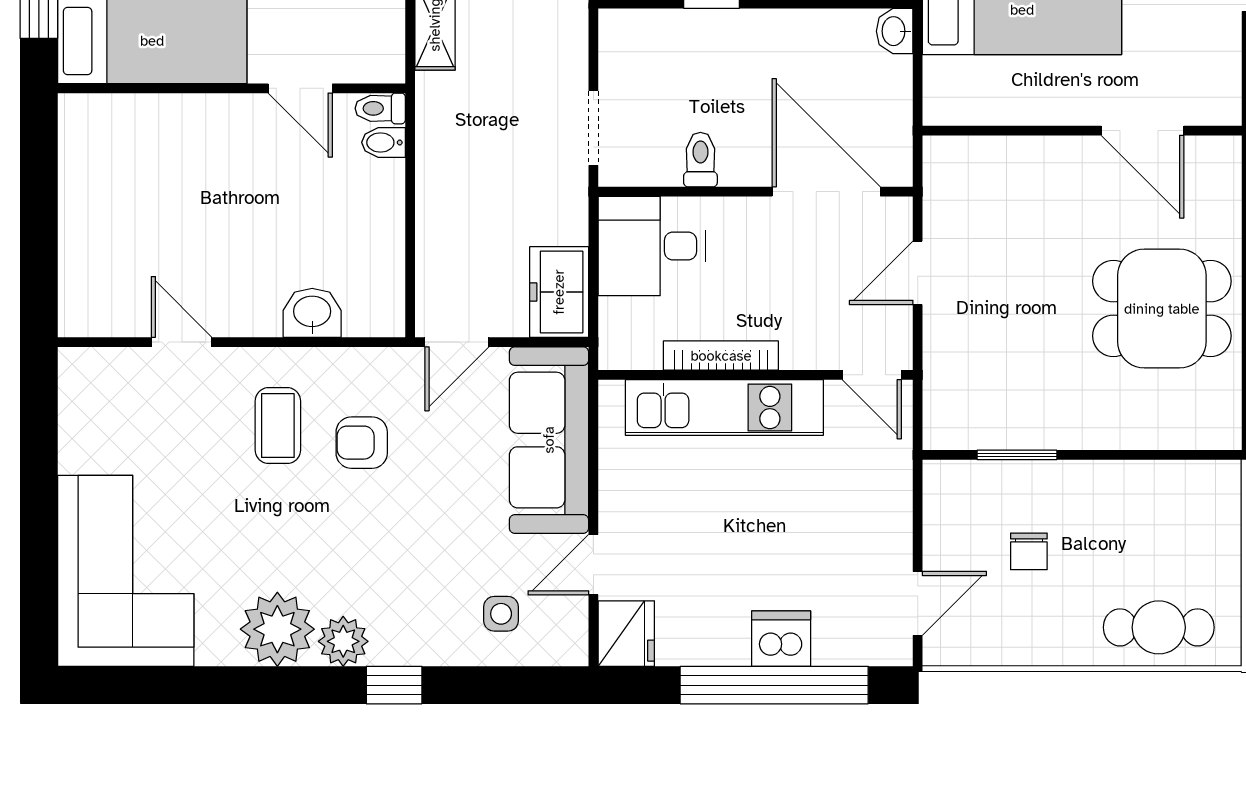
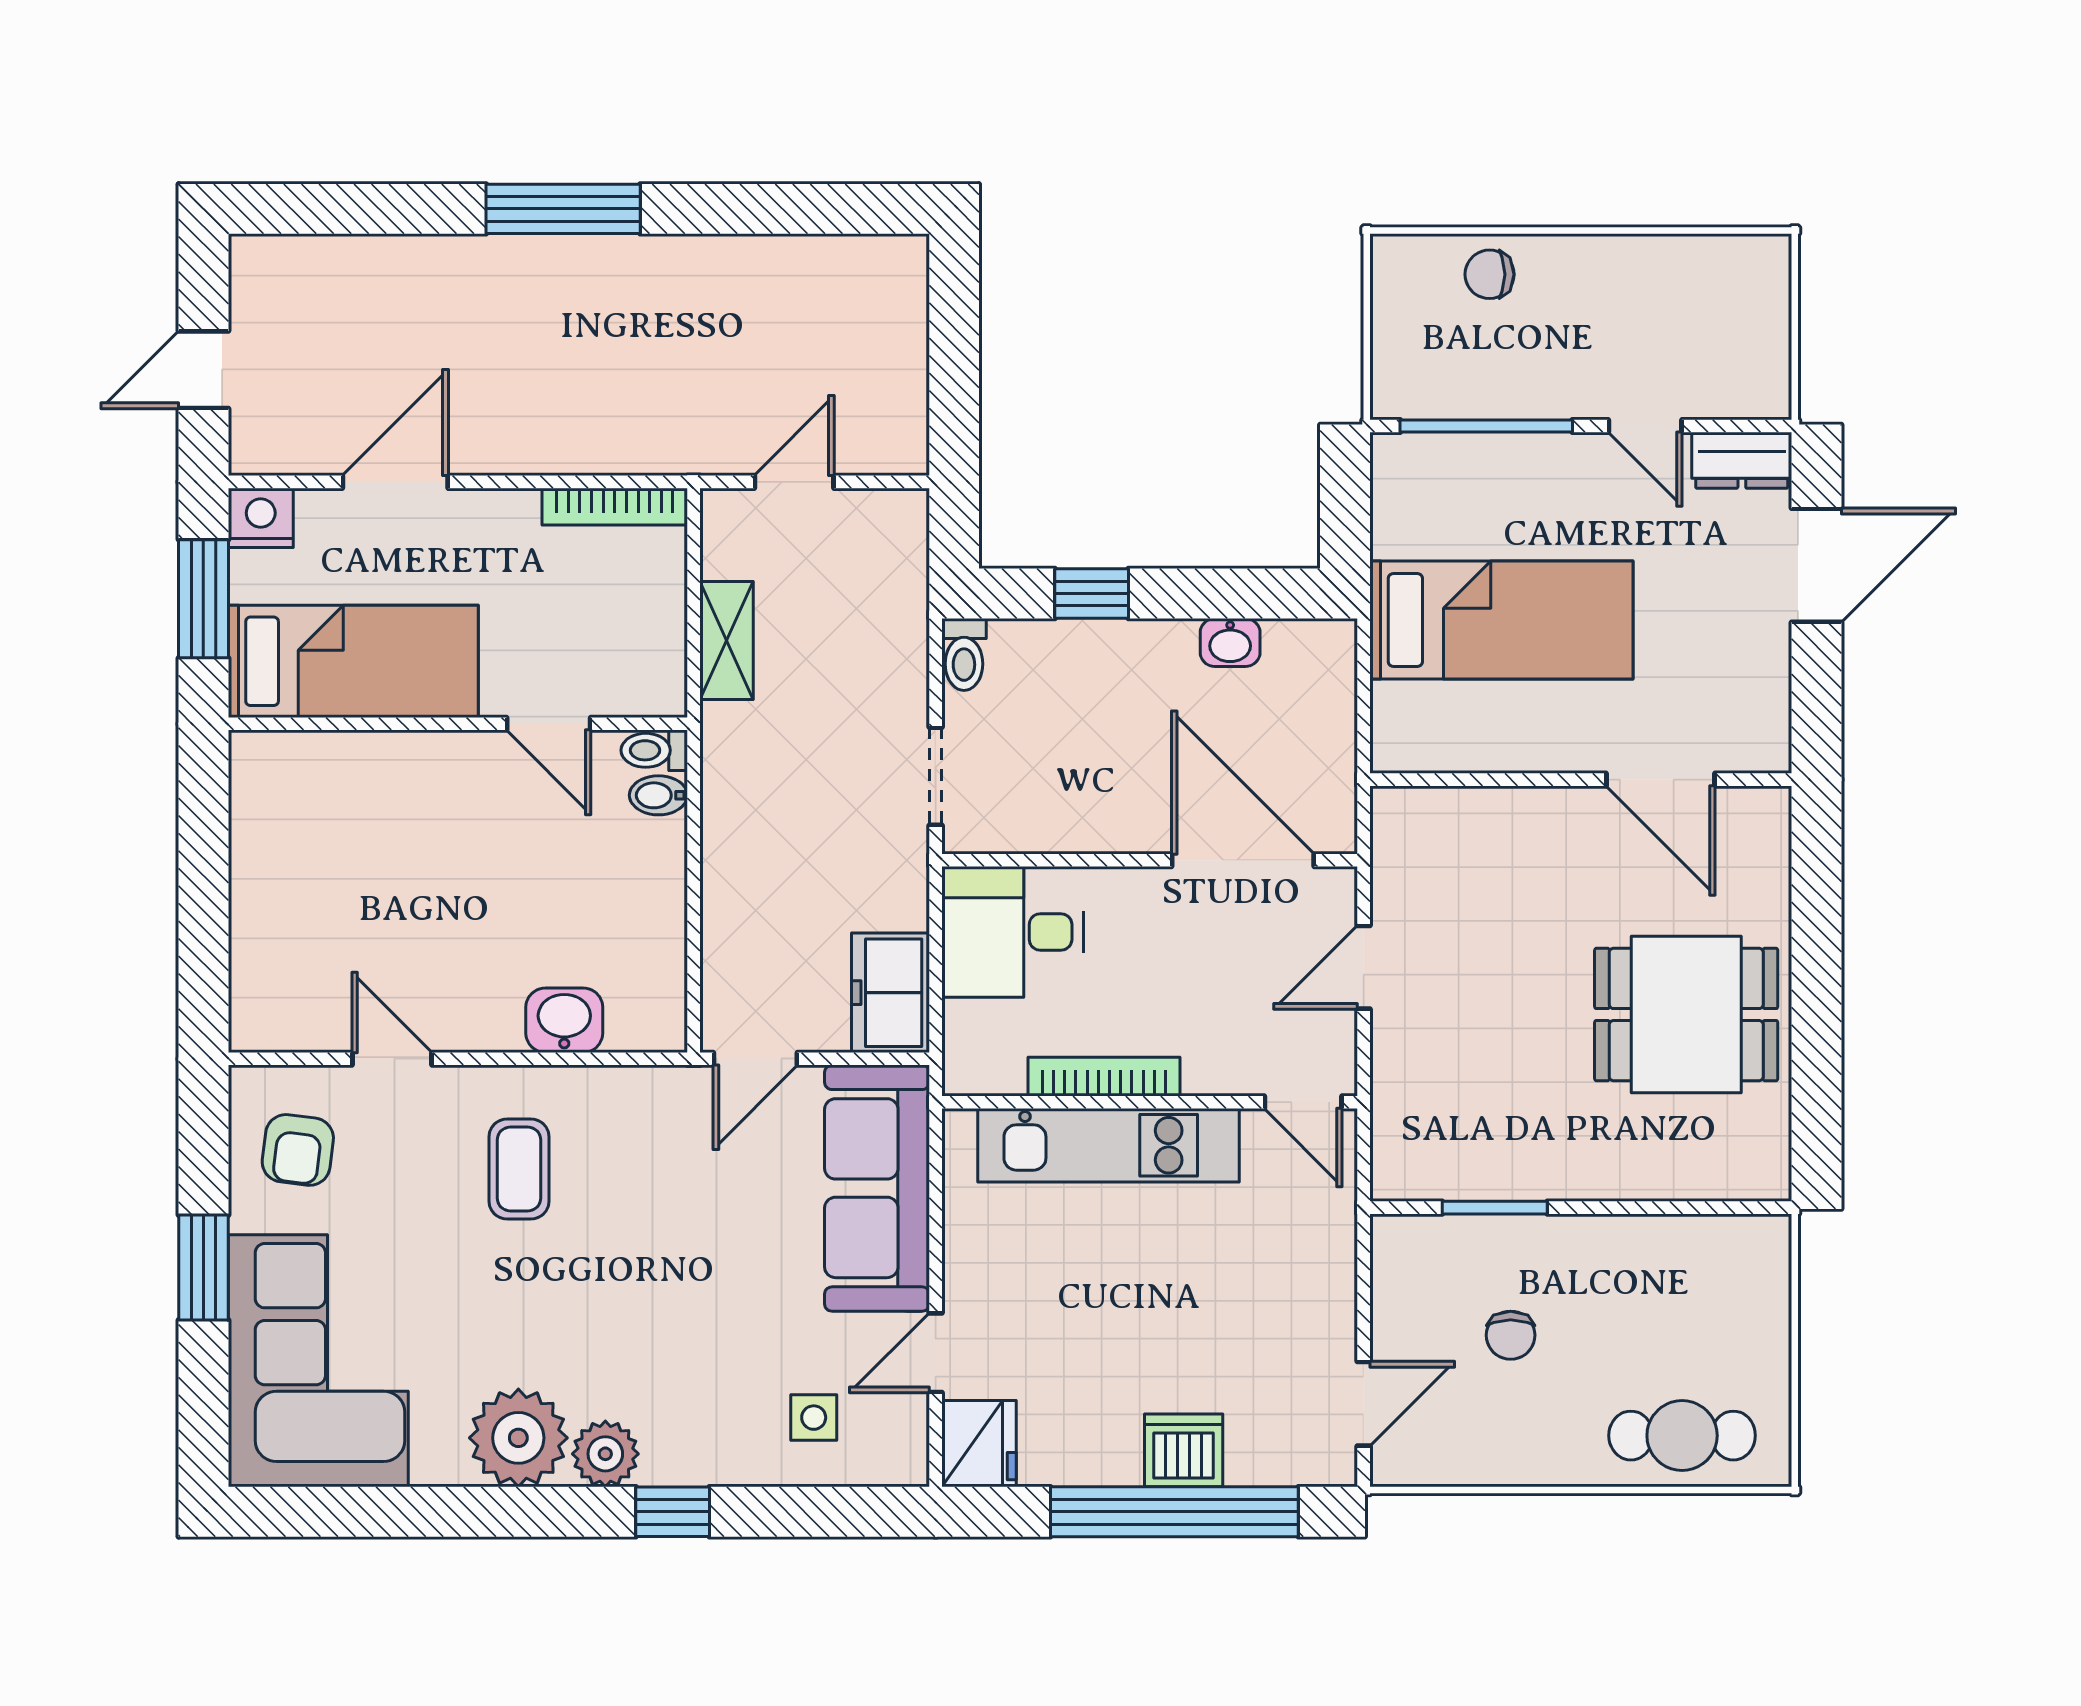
washbasin: (895, 31) -> (1230, 642), moved, turned -90
toilet: (700, 160) -> (964, 654), moved, turned 180
armchair: (362, 443) -> (298, 1150), moved, turned -83
window: (39, 500) -> (203, 1268), added

